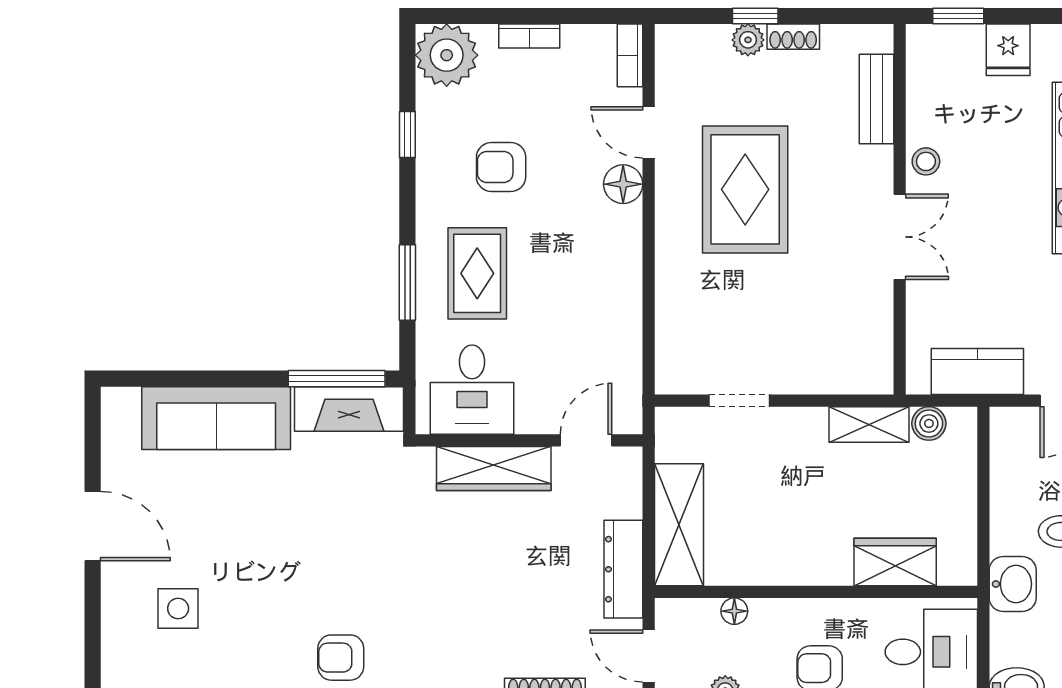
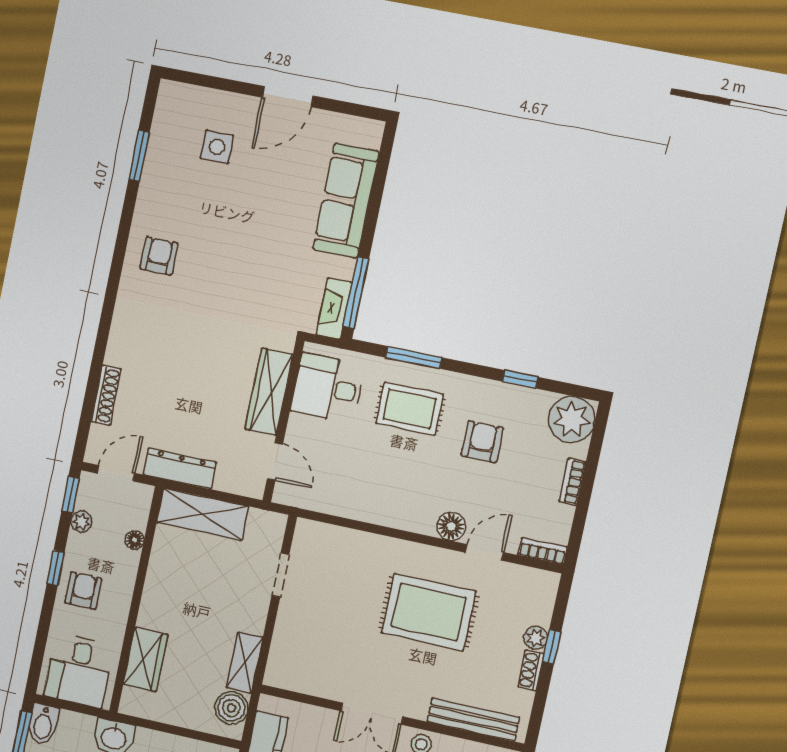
bench: (877, 99) -> (473, 719), width x1.36
fireplace: (349, 409) -> (334, 309), width x0.73, depth x0.76
boiler: (929, 423) -> (231, 708), width x1.36, depth x1.36

